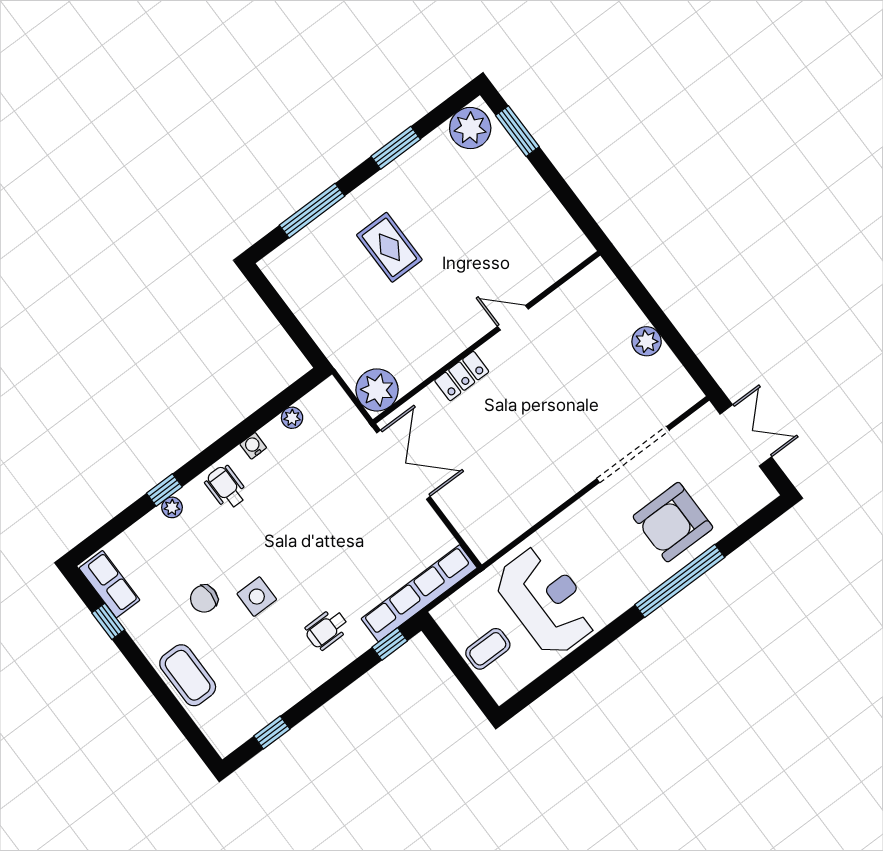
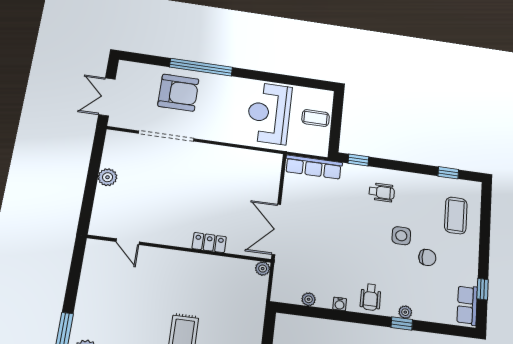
door: (513, 318) -> (128, 242), moved
plant: (377, 390) -> (263, 269), width x0.53, depth x0.53
row of seats: (419, 593) -> (314, 167), width x0.73
coffee table: (188, 675) -> (456, 215), moved

